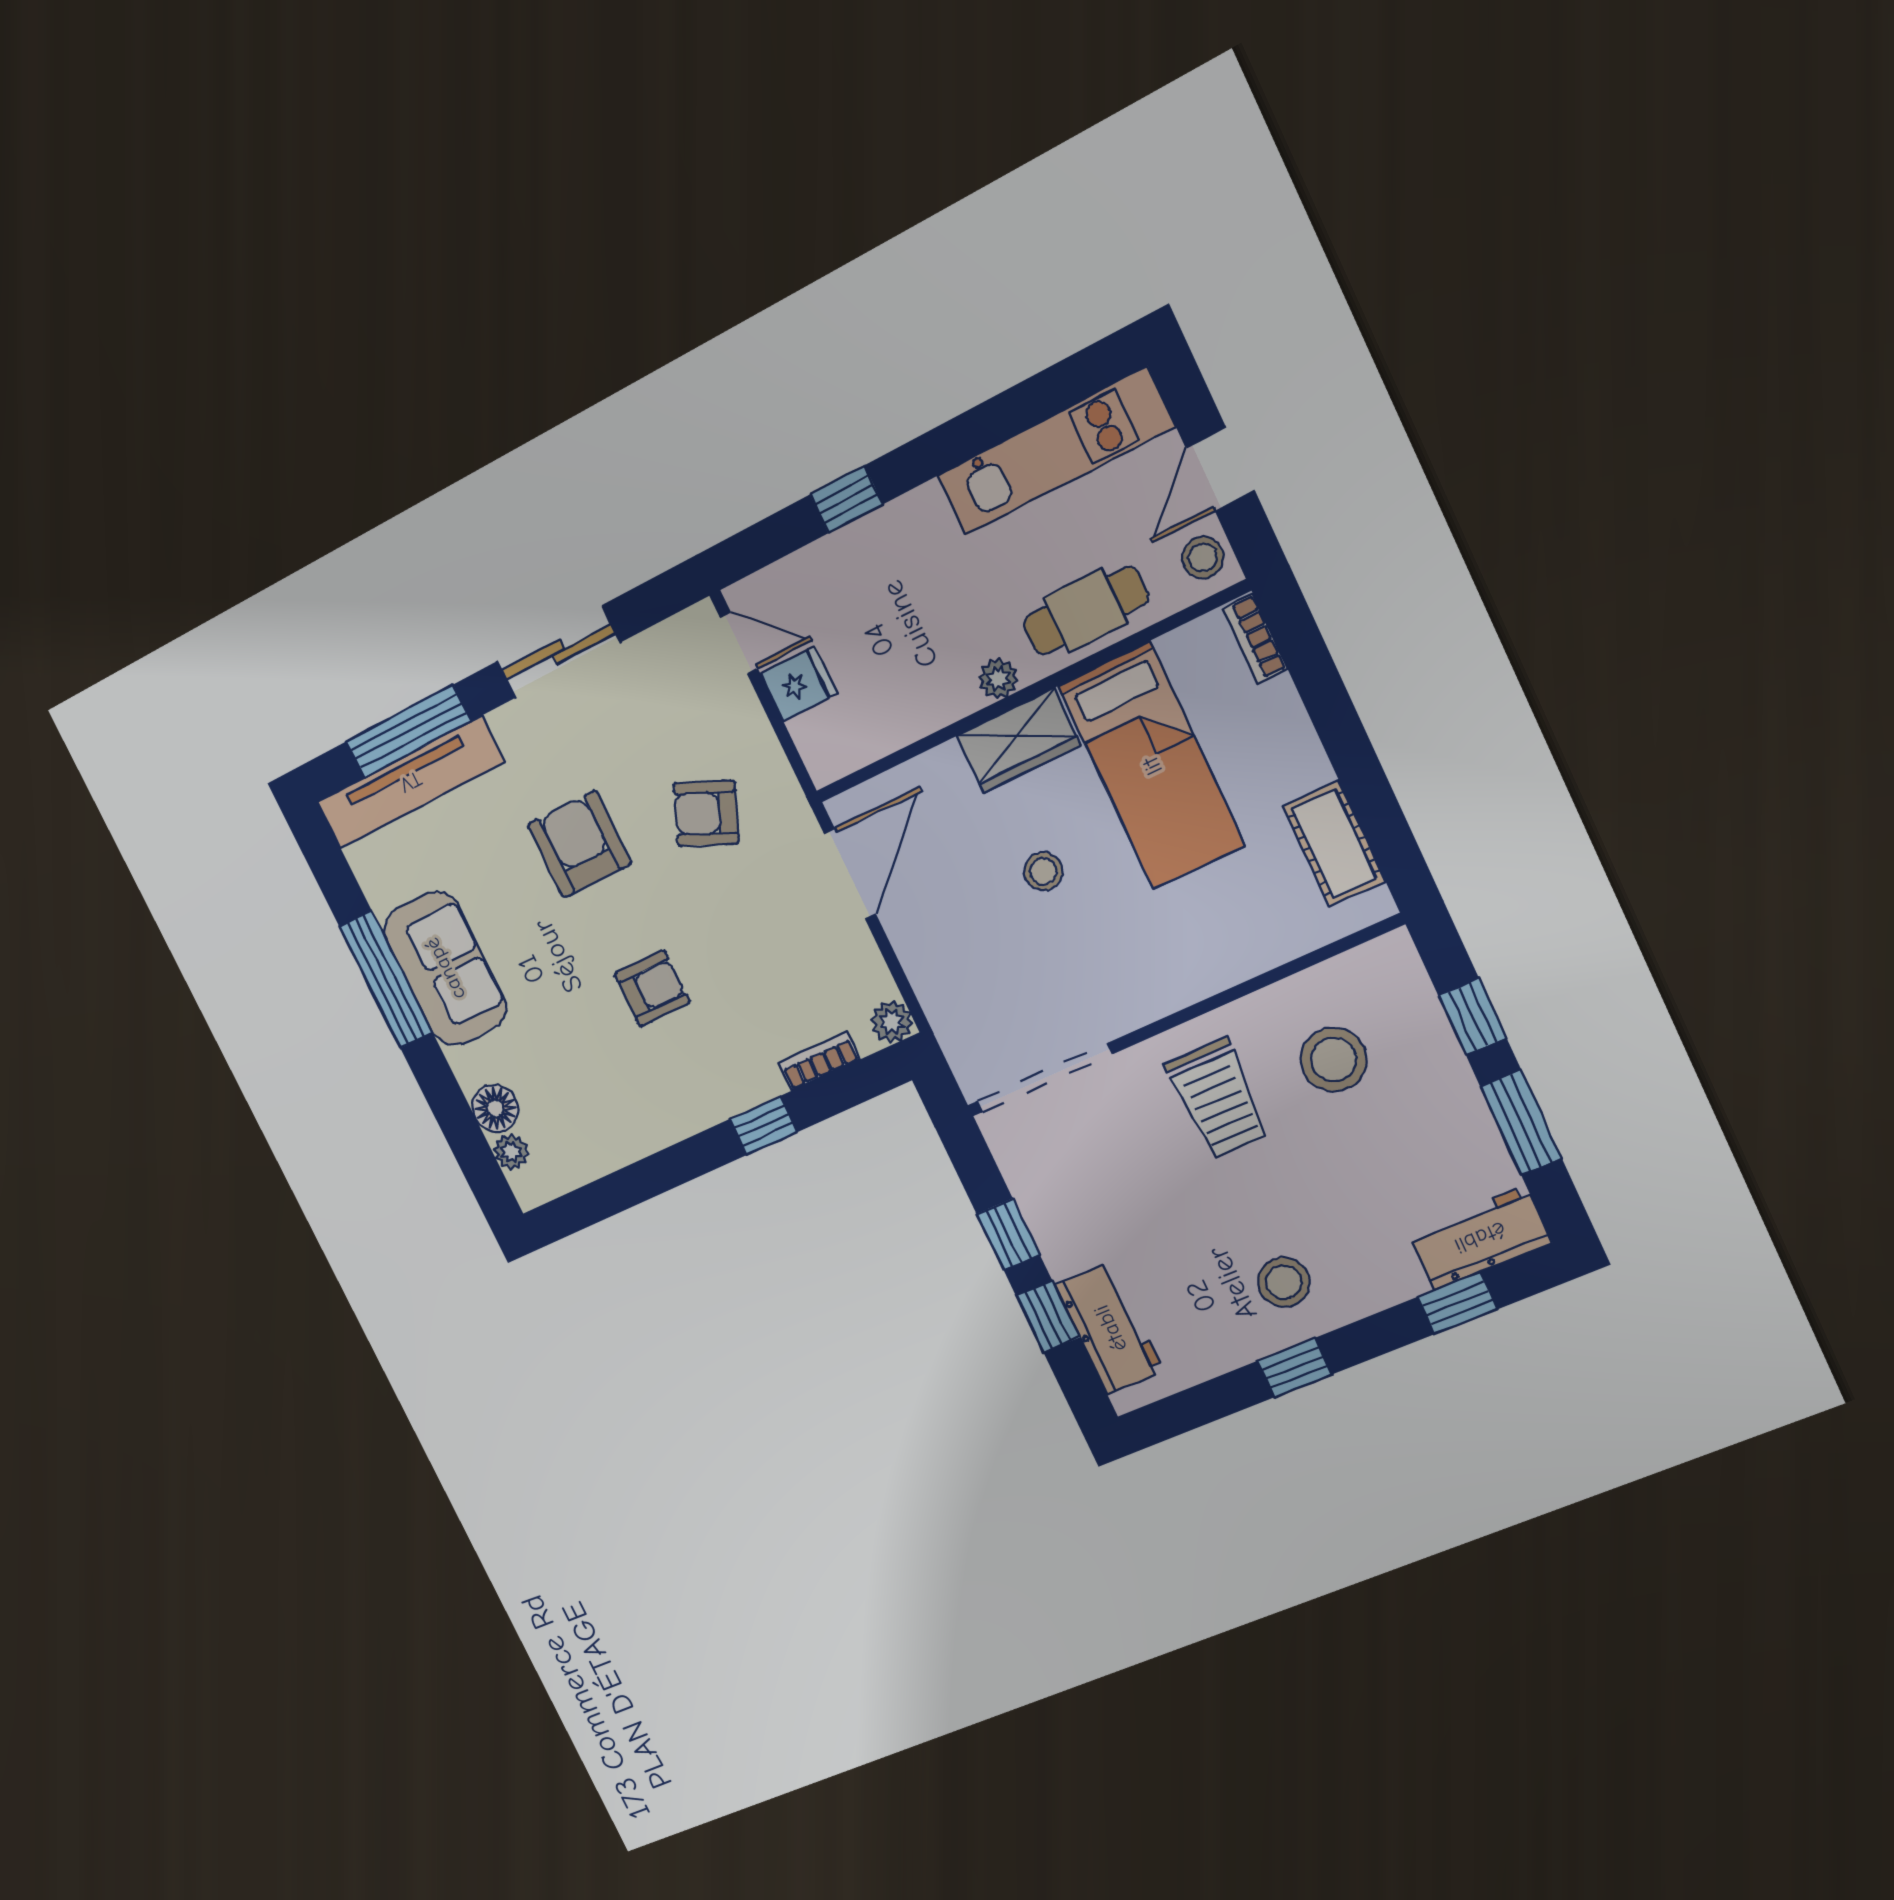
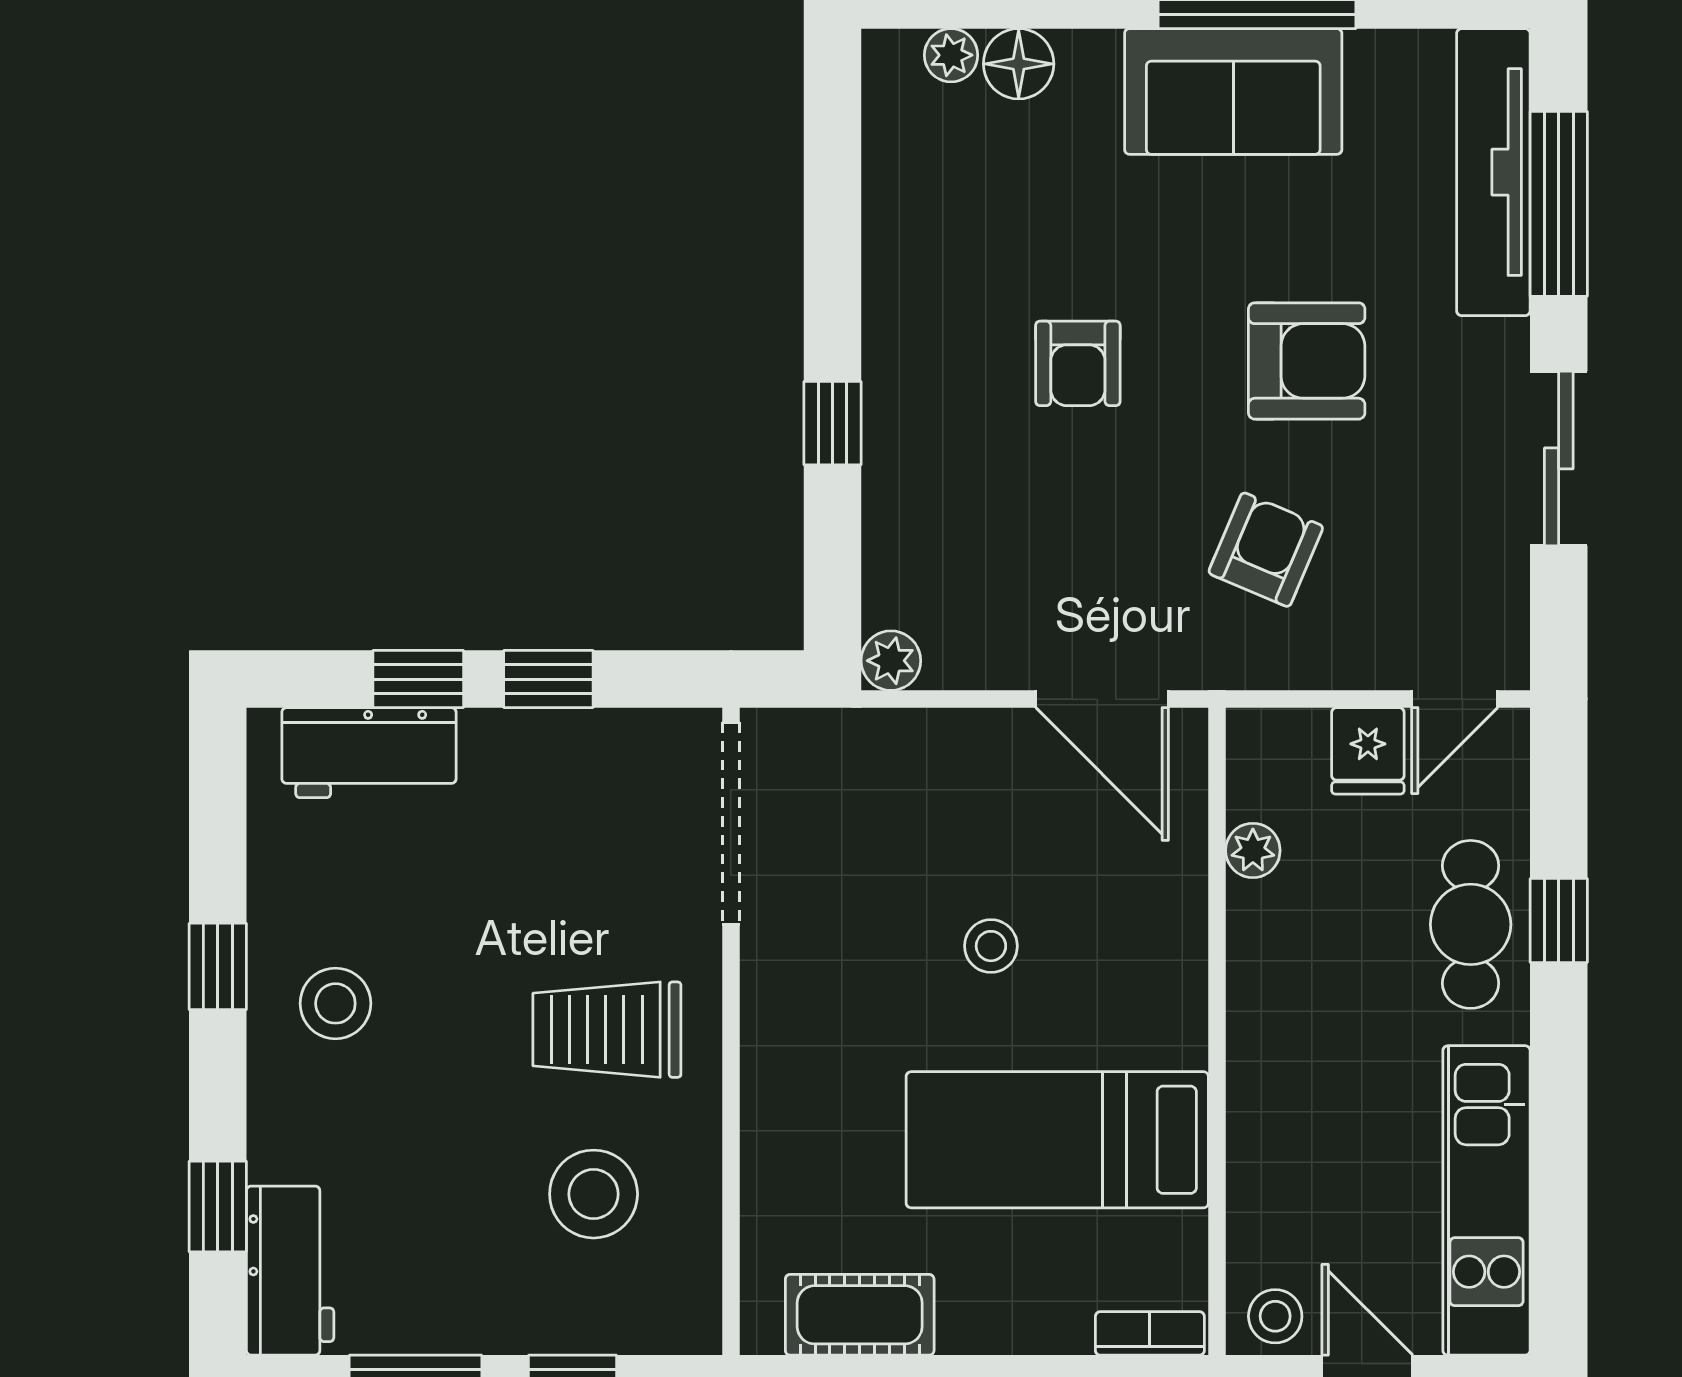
cafe table: (1086, 611) -> (1471, 924), moved
plant: (998, 678) -> (1253, 850), moved
wardrobe: (1019, 741) -> (1166, 992), removed
bookcase: (819, 1061) -> (883, 540), removed

